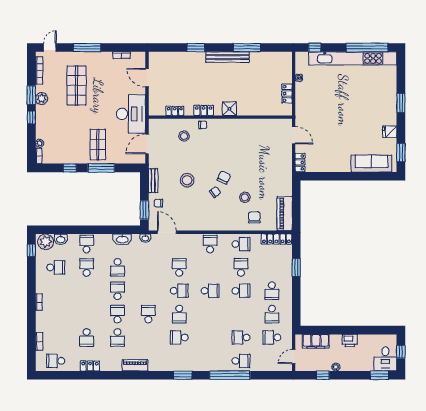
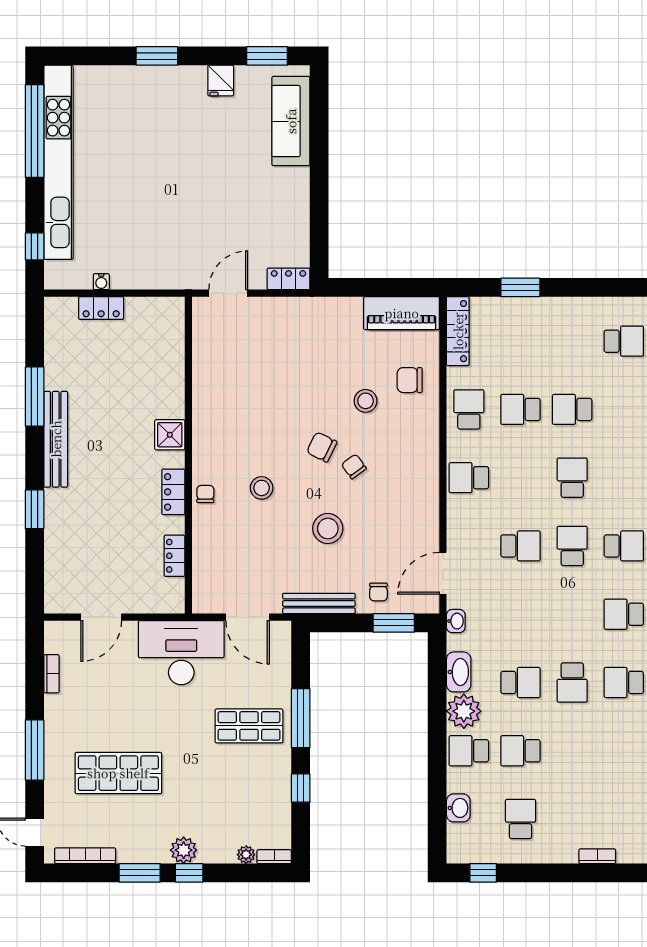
locker: (287, 94) -> (101, 308), moved
plant: (42, 99) -> (184, 850), moved
stool: (184, 136) -> (262, 488), moved
bench: (153, 181) -> (319, 603), width x1.36
plant: (46, 242) -> (464, 711), moved
school desk: (179, 267) -> (520, 546), turned 180
school desk: (117, 291) -> (572, 682), turned -90
school desk: (241, 291) -> (572, 409), turned -90
school desk: (272, 291) -> (572, 341), removed

